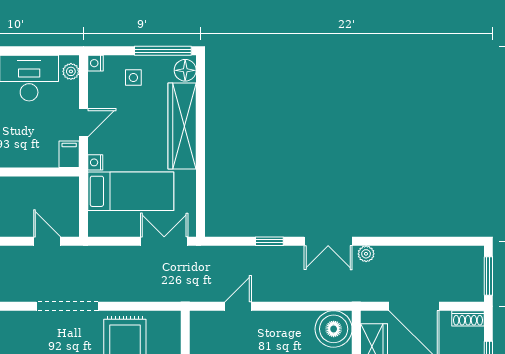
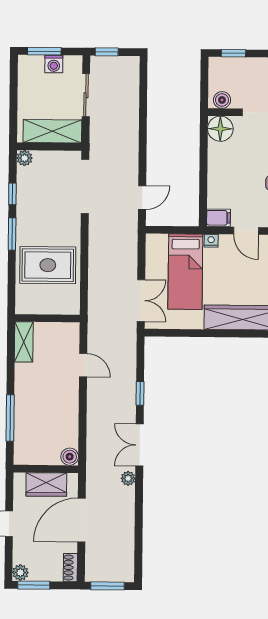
doorway: (67, 306) -> (85, 186), moved
boiler: (334, 329) -> (70, 457), width x0.54, depth x0.54

